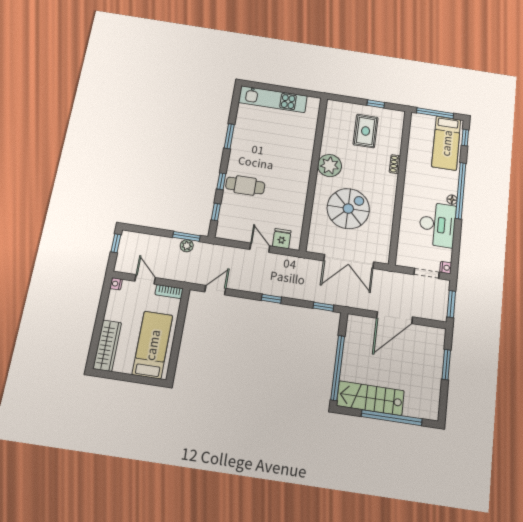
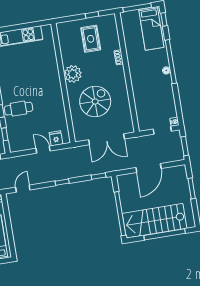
desk: (437, 225) -> (161, 92), removed
stairs: (370, 398) -> (155, 221), width x1.36, depth x1.51

